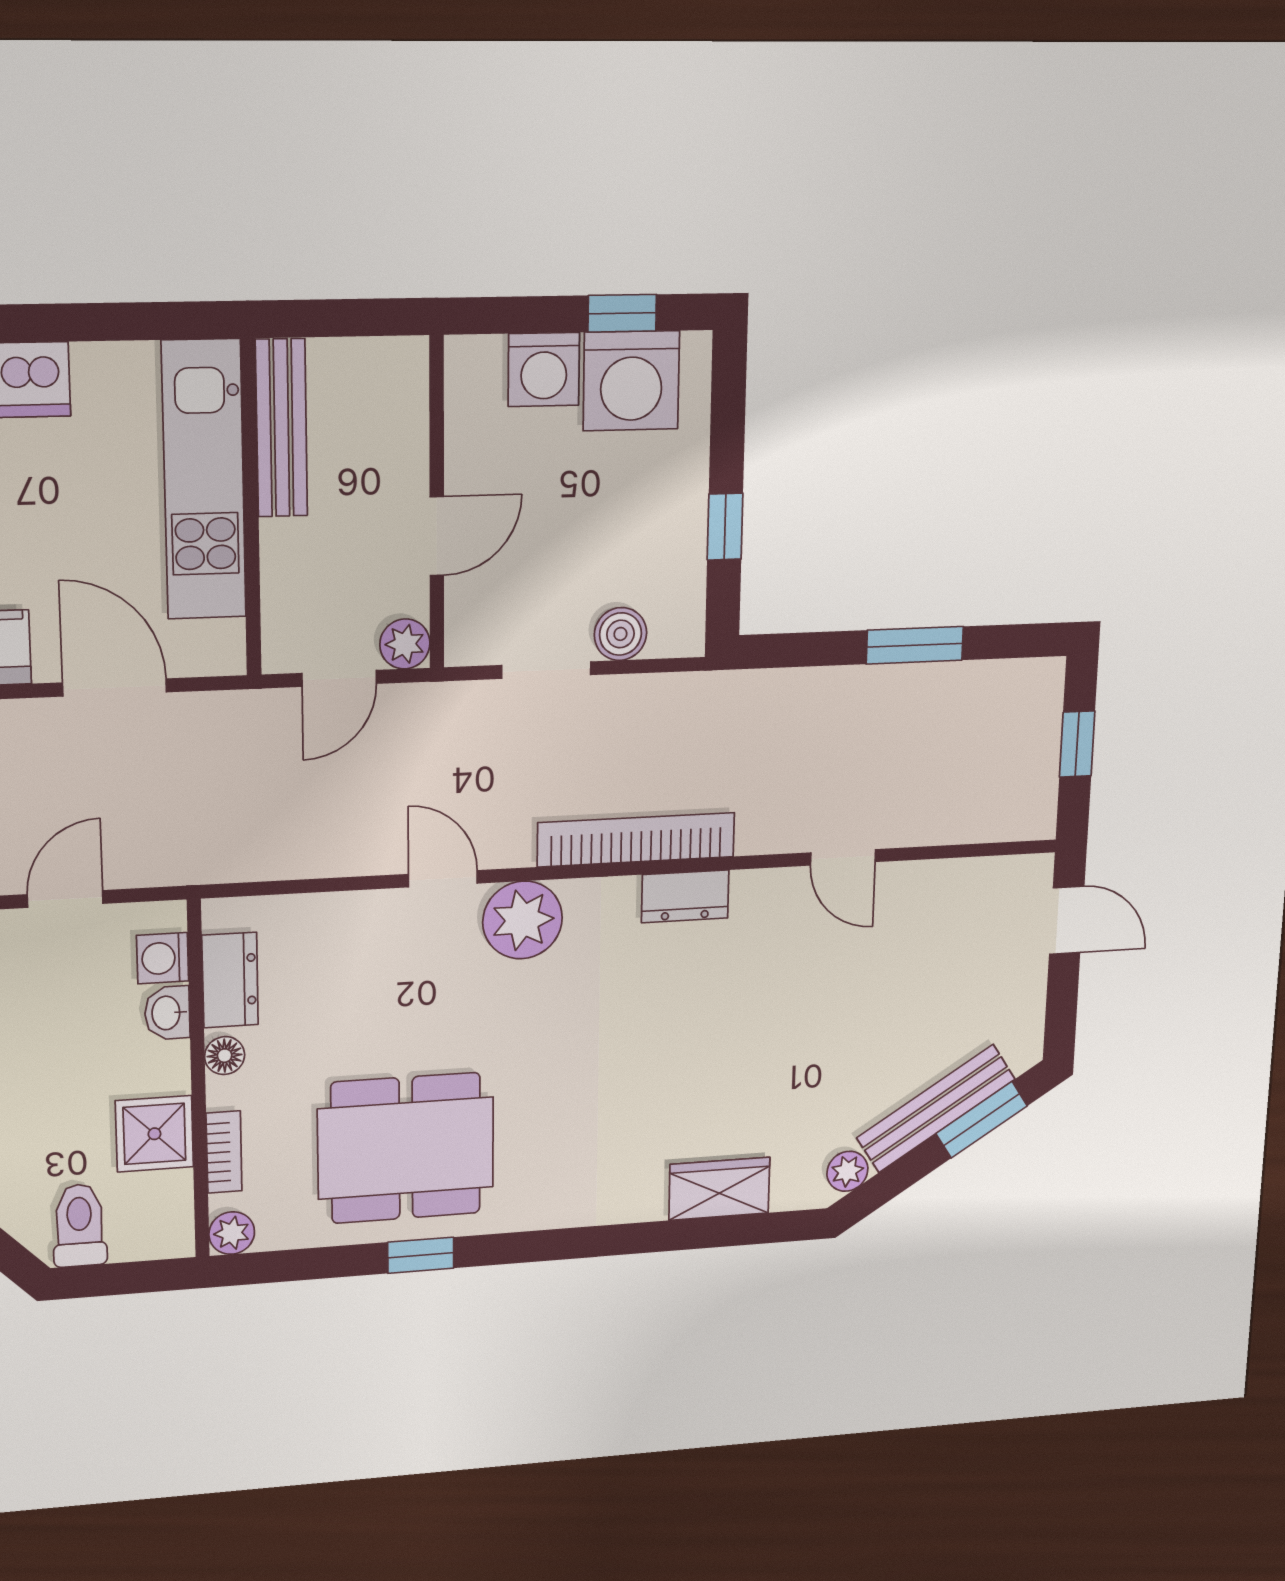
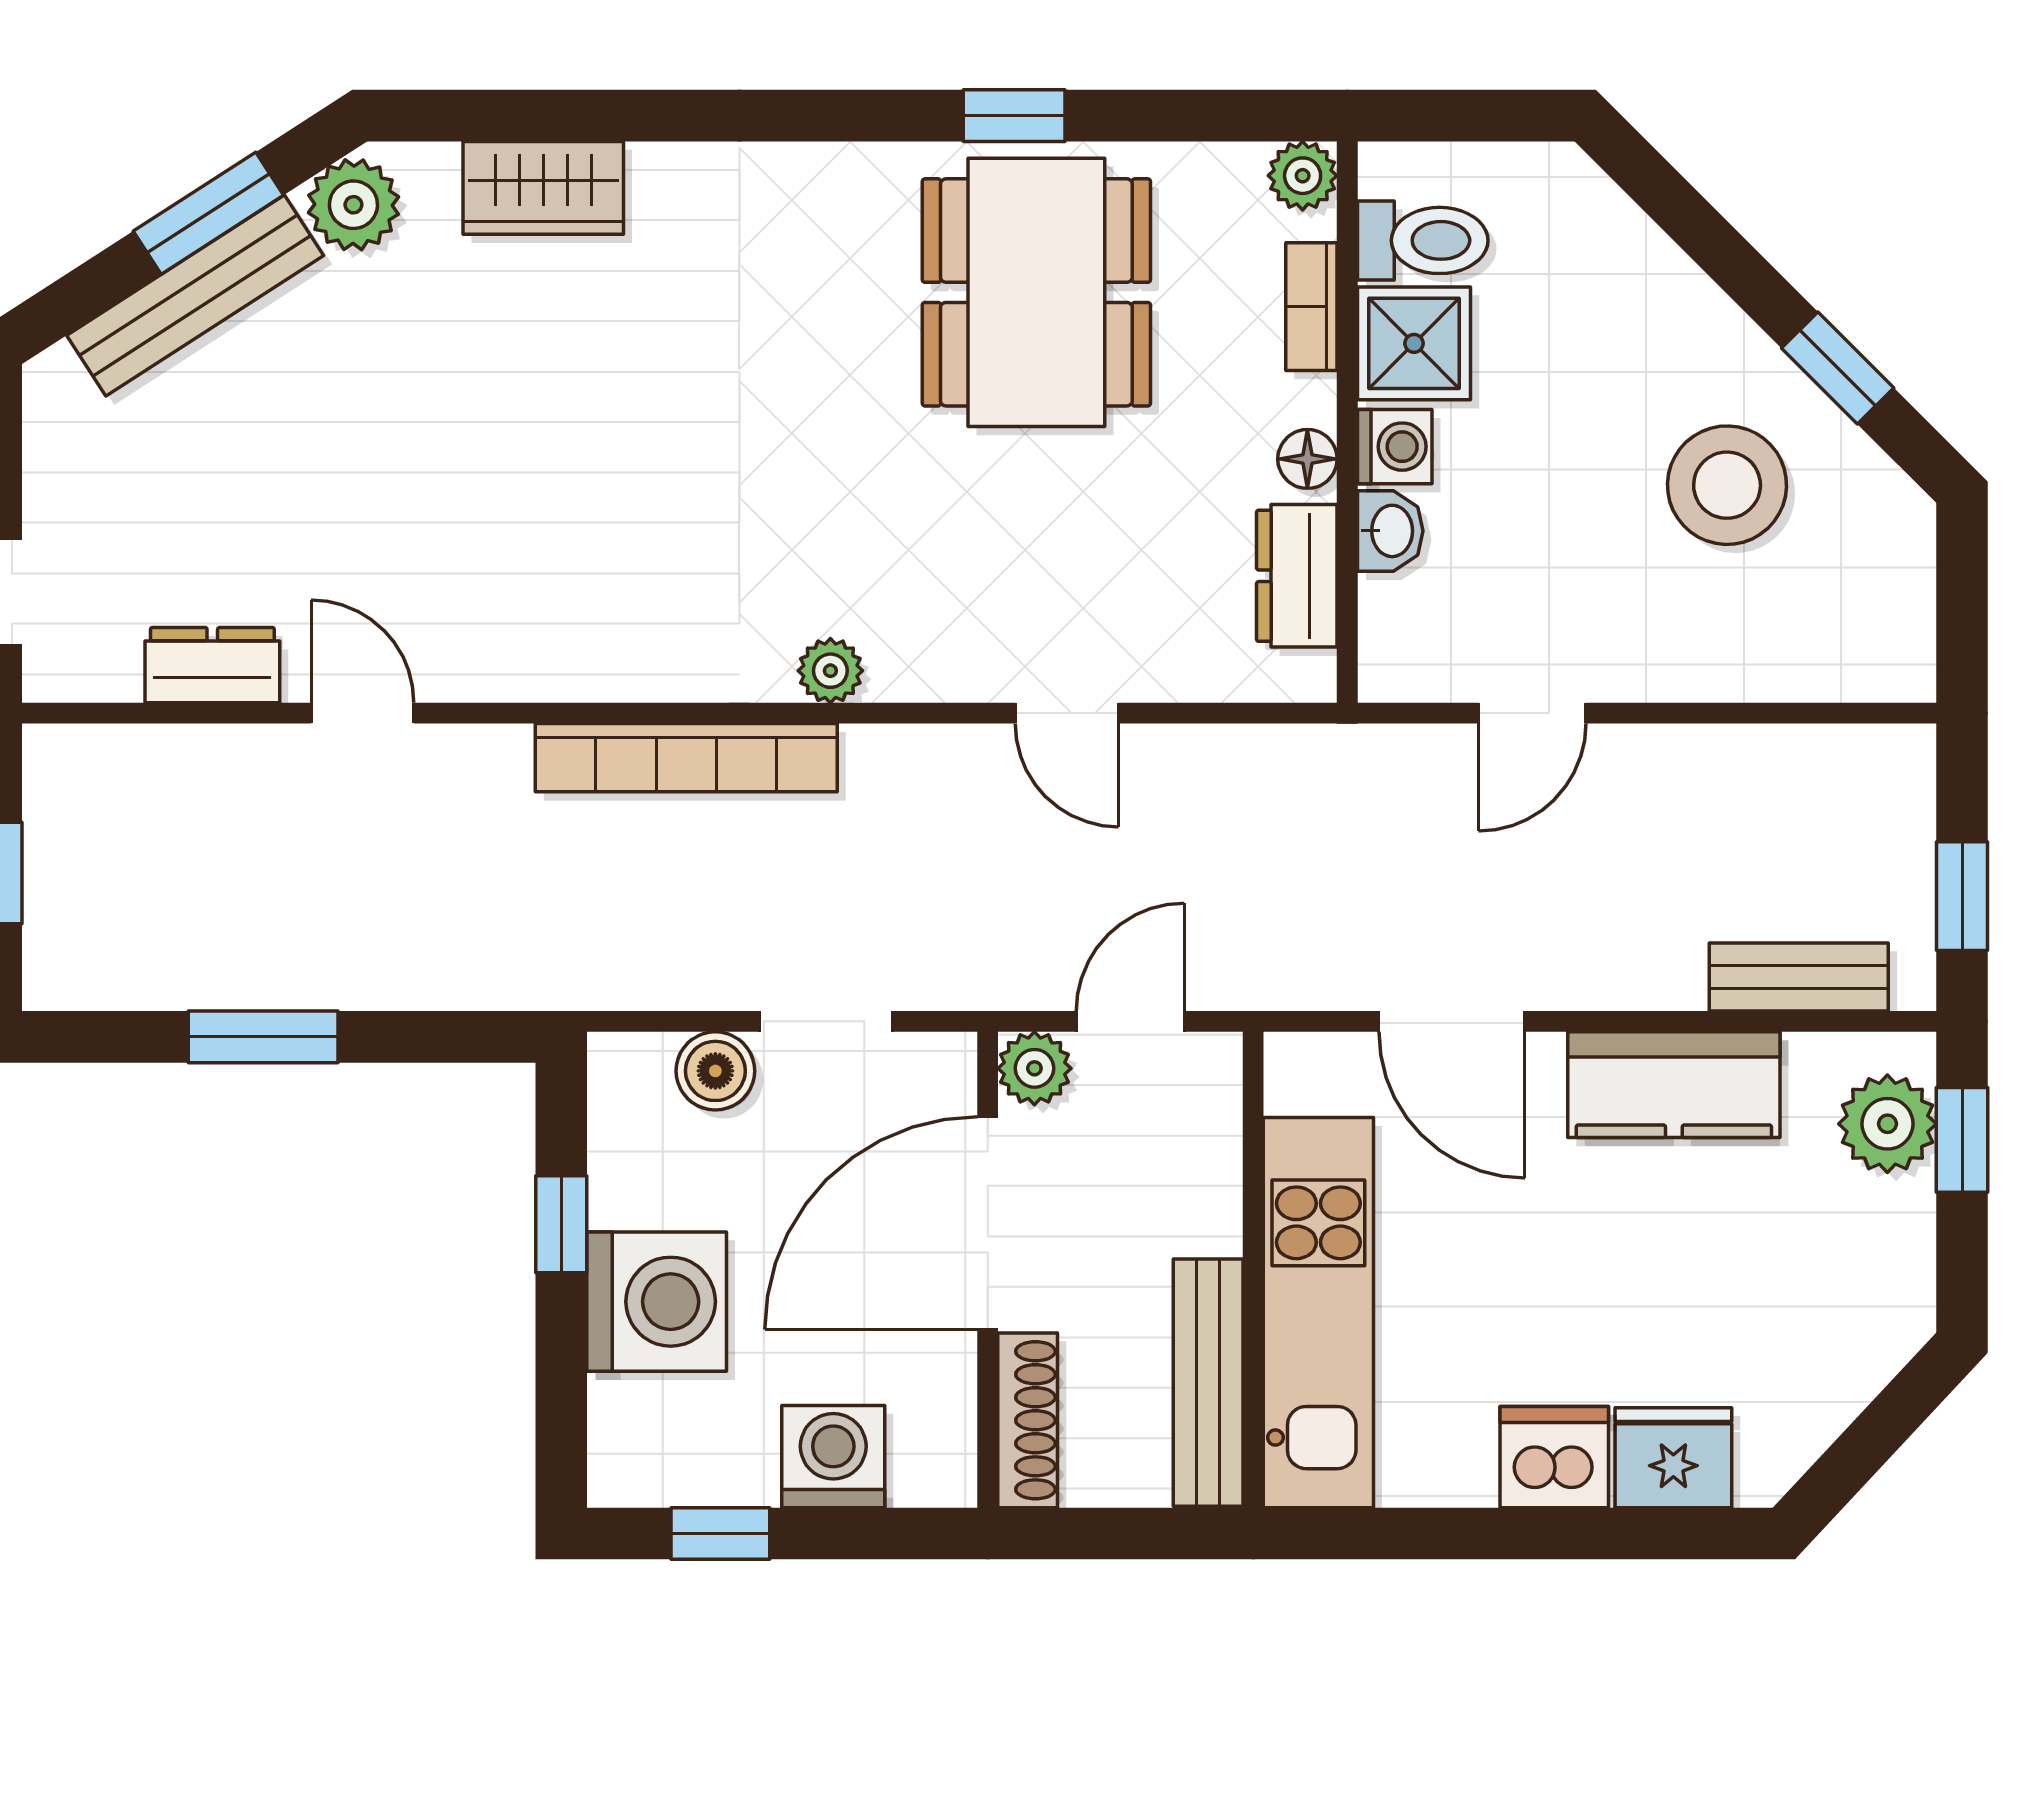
washing machine: (631, 381) -> (657, 1302), moved, turned 90
shoe rack: (409, 398) -> (1028, 1420), added
door: (437, 536) -> (988, 1223), width x1.87
door: (443, 879) -> (1067, 713), moved
dresser: (685, 896) -> (212, 665), moved
plant: (523, 920) -> (830, 671), width x0.53, depth x0.53
washing machine: (163, 958) -> (1395, 447), moved
window: (982, 1120) -> (208, 213), moved
dining table: (406, 1148) -> (1036, 292), turned 90
plant: (847, 1171) -> (353, 205), width x1.38, depth x1.38
toilet: (79, 1225) -> (1423, 240), moved, turned -90

